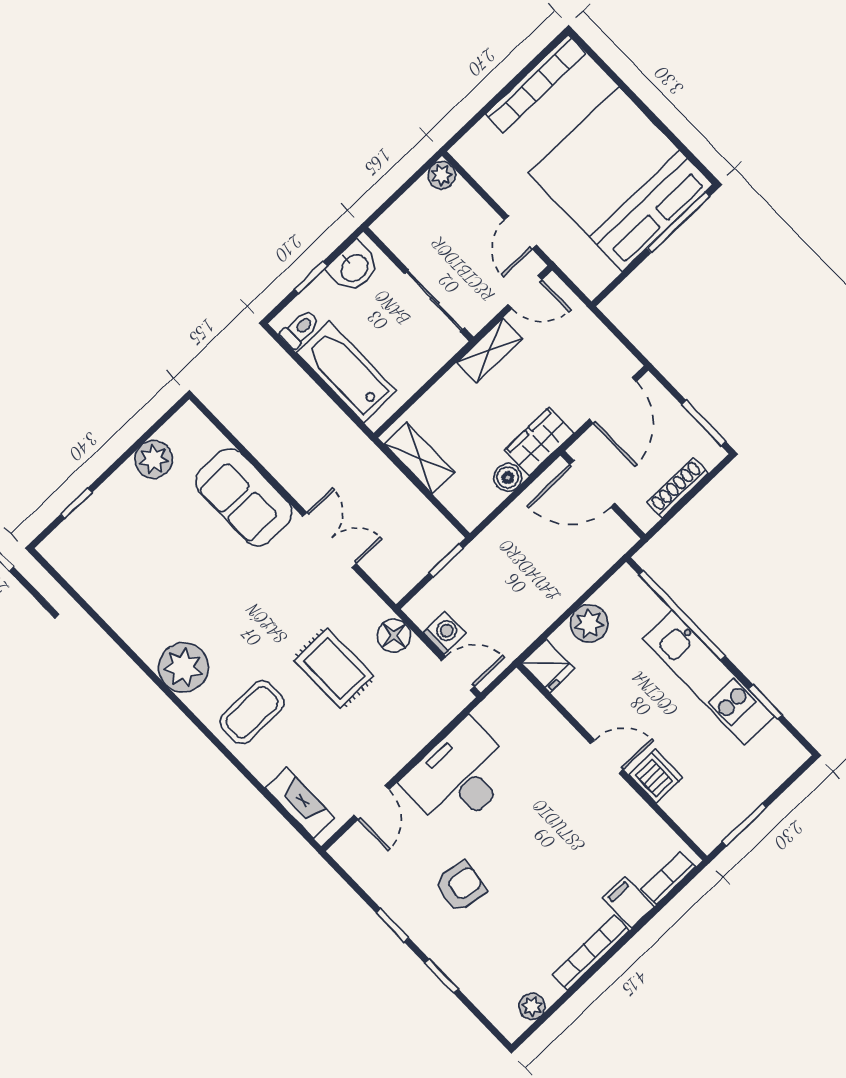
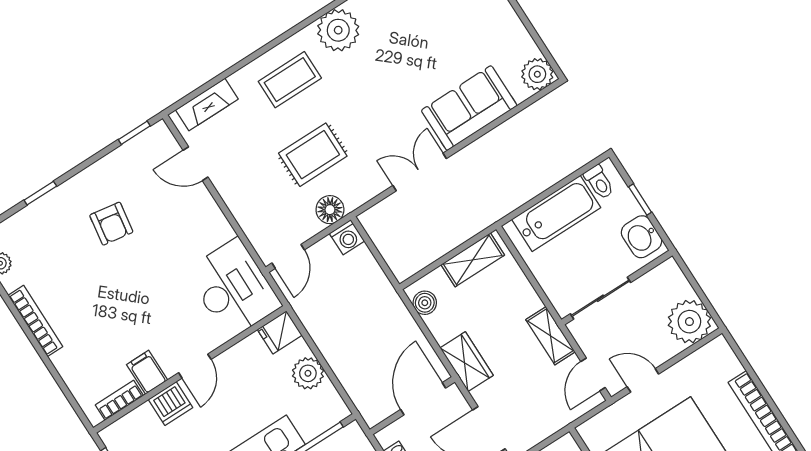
plant: (442, 175) -> (689, 322), width x1.87, depth x1.87
plant: (154, 459) -> (537, 74), moved
boiler: (508, 478) -> (425, 303), moved
double door: (329, 540) -> (420, 172), swing flipped
window: (446, 561) -> (383, 265), removed
washing machine: (444, 633) -> (347, 237), moved
coffee table: (252, 712) -> (290, 80), turned 90
desk: (459, 776) -> (233, 288), moved
bookcase: (668, 878) -> (119, 400), moved, turned -90
filing cabinet: (629, 902) -> (147, 372), moved, turned -90
window: (393, 925) -> (134, 133), moved

